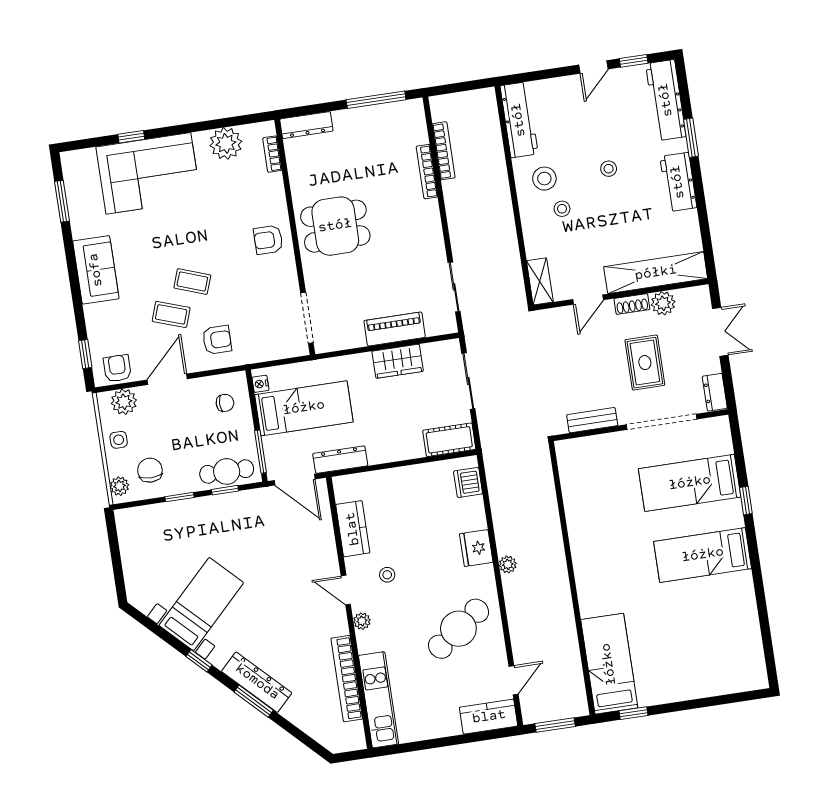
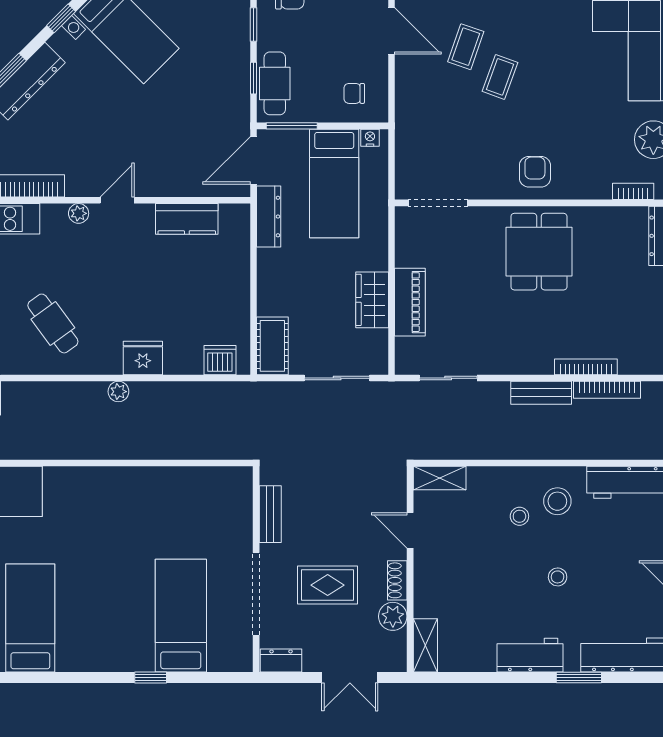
bench: (455, 206) -> (541, 393), added
shelving: (656, 273) -> (425, 645), width x0.45, depth x0.75
armchair: (217, 340) -> (428, 95), removed
chair: (225, 403) -> (354, 93), turned 90
bed: (703, 555) -> (30, 618), moved
stool: (387, 575) -> (128, 251), removed
cafe table: (458, 629) -> (53, 323), width x0.73, depth x0.74

